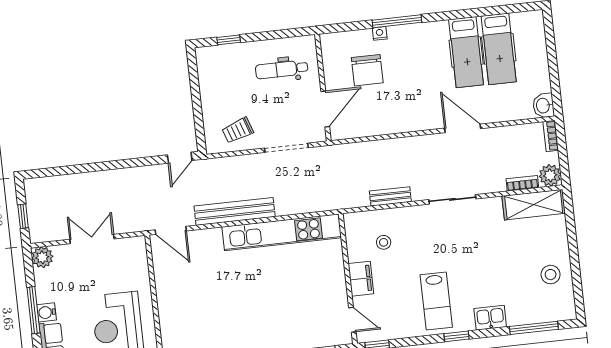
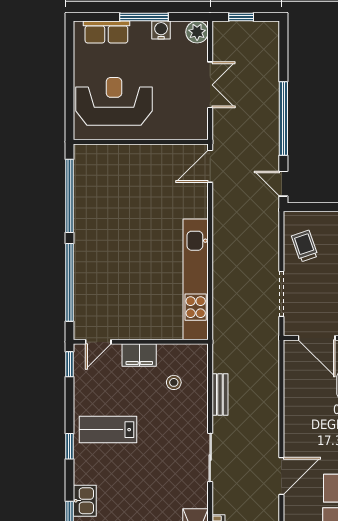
window: (117, 165) -> (283, 119), added
bench: (235, 211) -> (222, 234), removed
water cooler: (46, 312) -> (161, 30), moved
kitchen sink: (490, 318) -> (85, 501), moved

